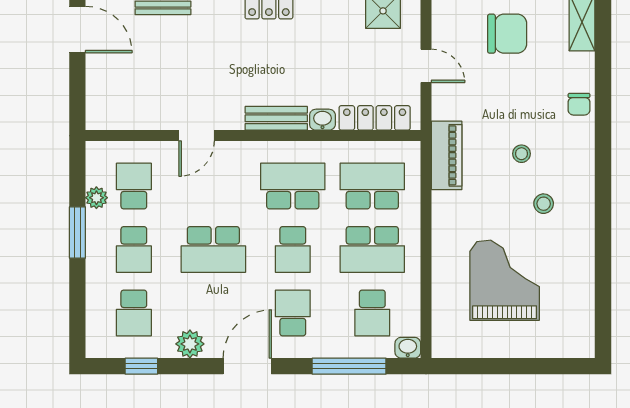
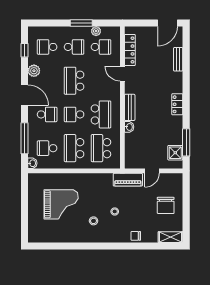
locker: (375, 118) -> (130, 50), moved
piano: (447, 155) -> (128, 180), moved
school desk: (372, 186) -> (101, 148), turned 180
school desk: (134, 250) -> (74, 47), turned 180

